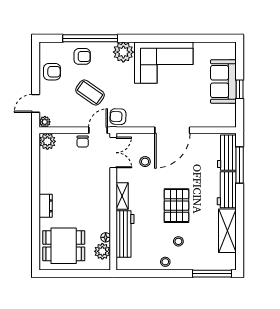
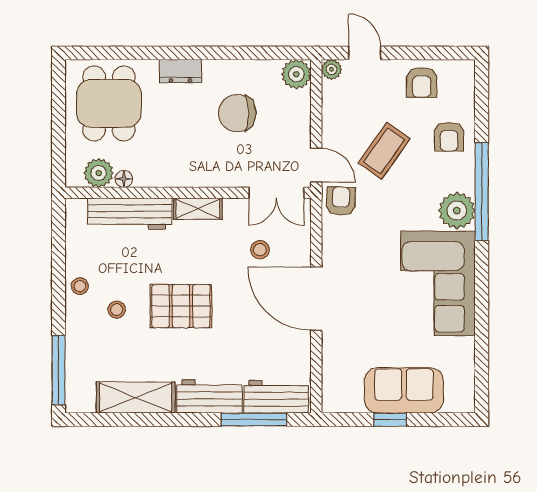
window: (90, 38) -> (482, 192), moved
chair: (83, 142) -> (237, 113), moved, width x1.87, depth x1.87

